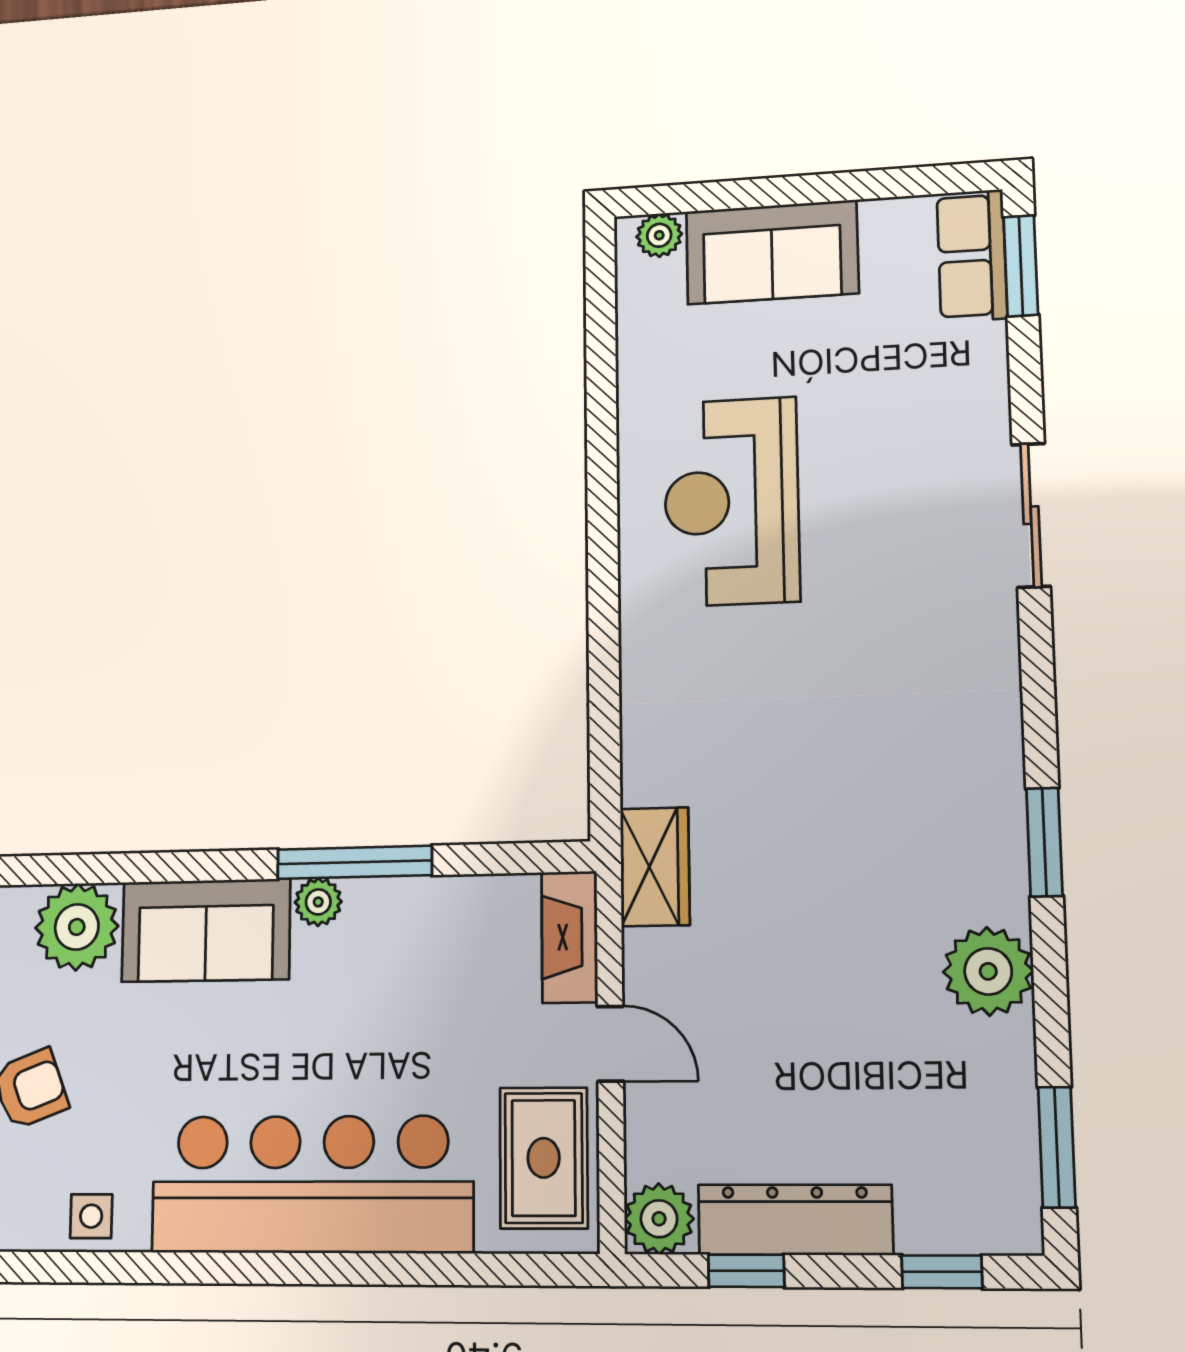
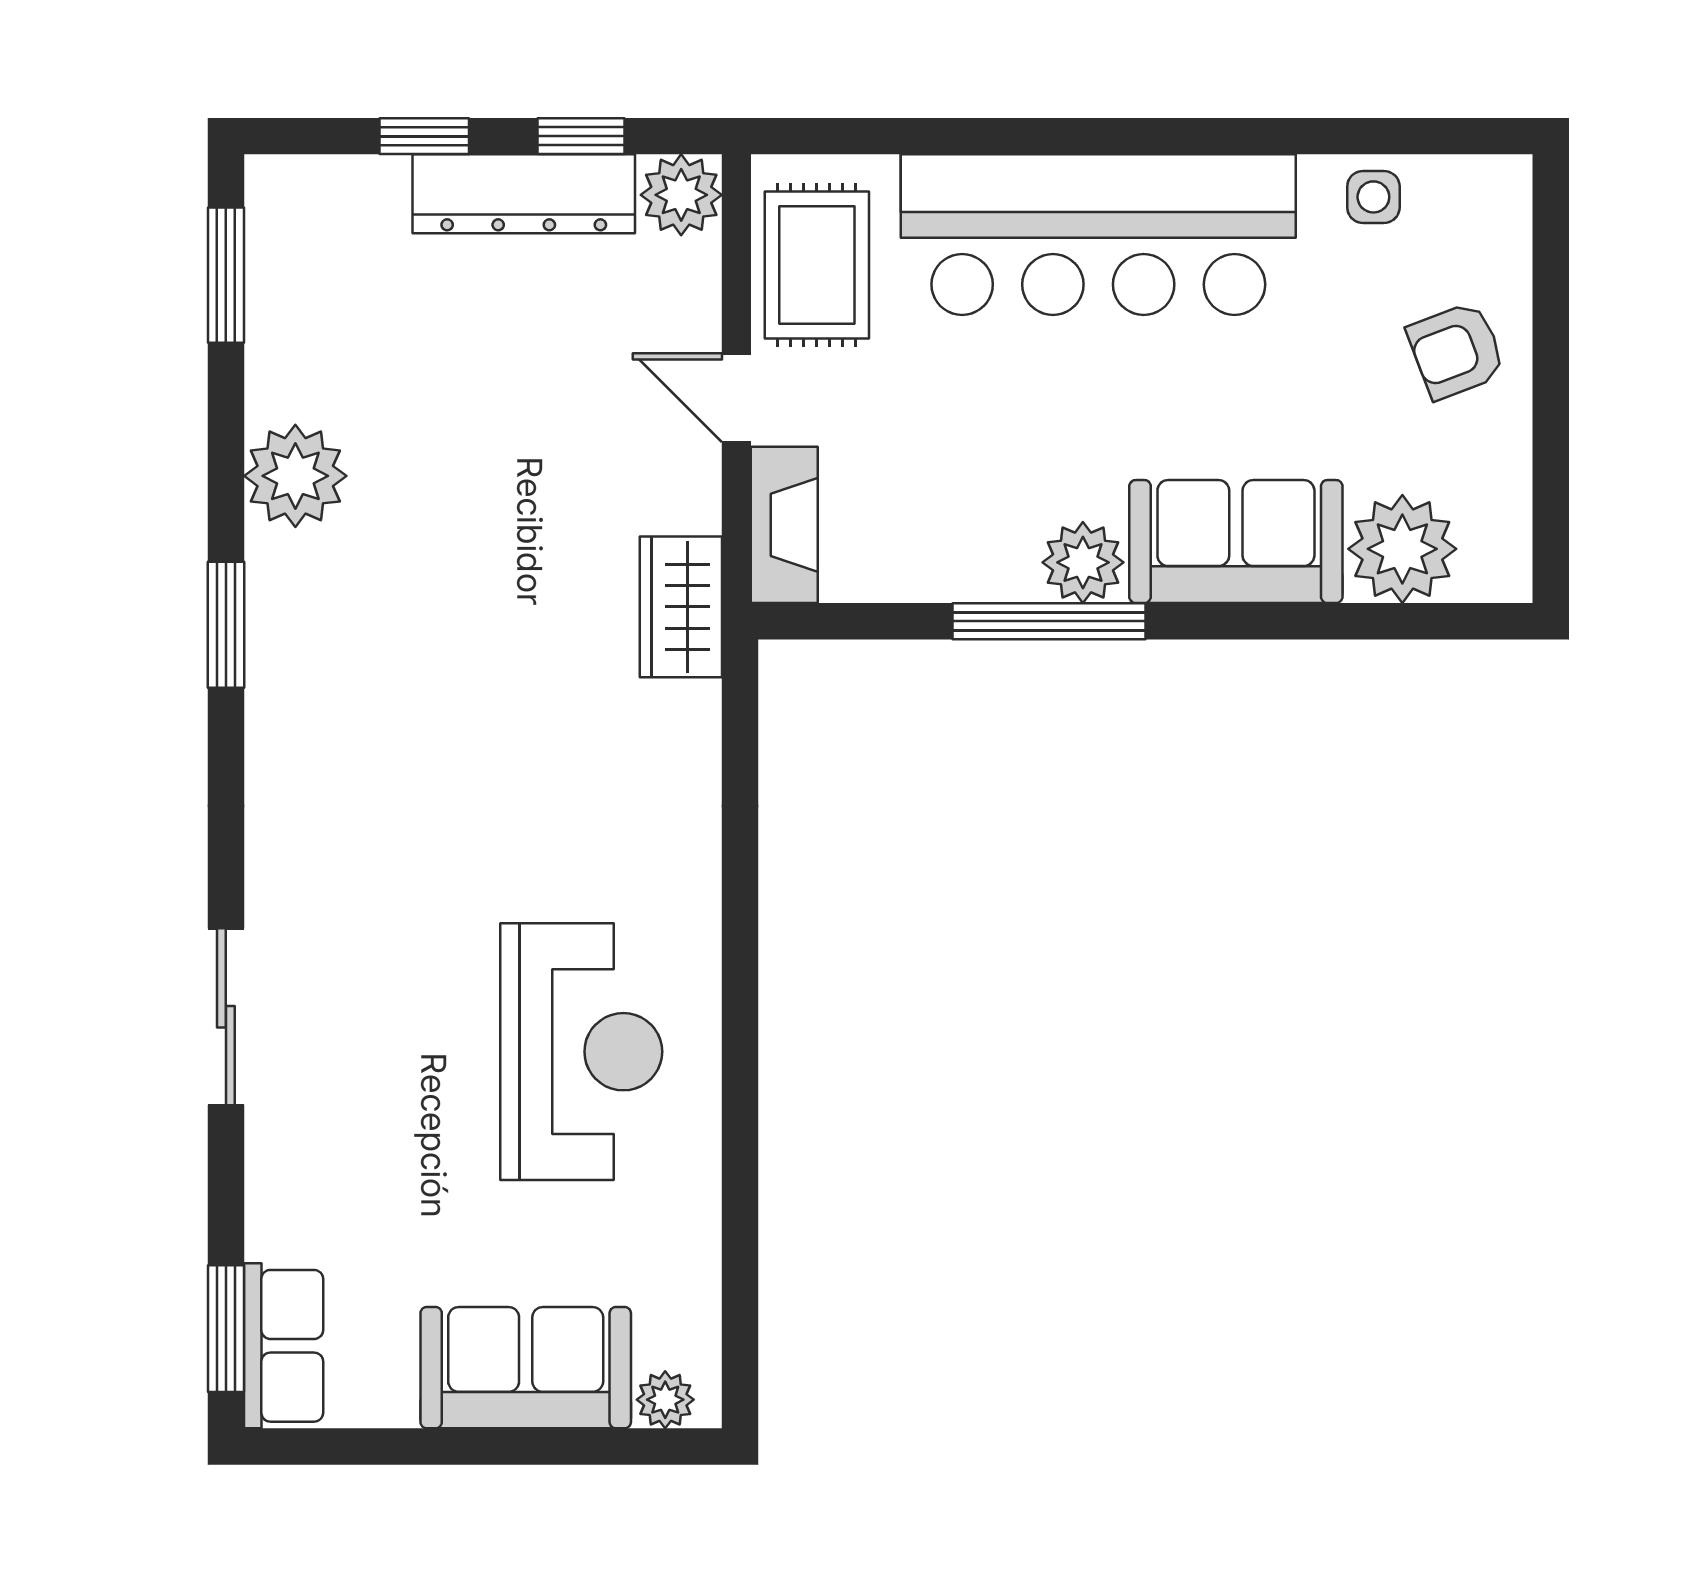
plant: (318, 902) -> (1083, 562), width x1.38, depth x1.38
window: (942, 1272) -> (424, 136), moved

